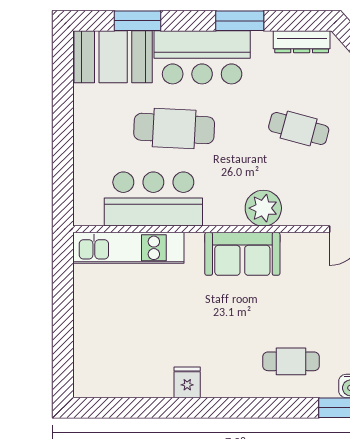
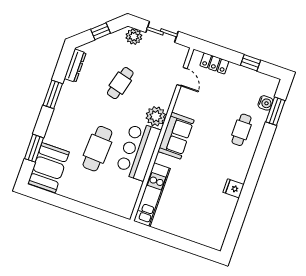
bar counter: (202, 57) -> (65, 121), removed
bar counter: (153, 199) -> (138, 151), moved

